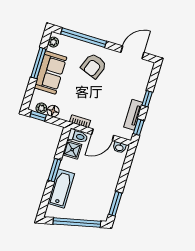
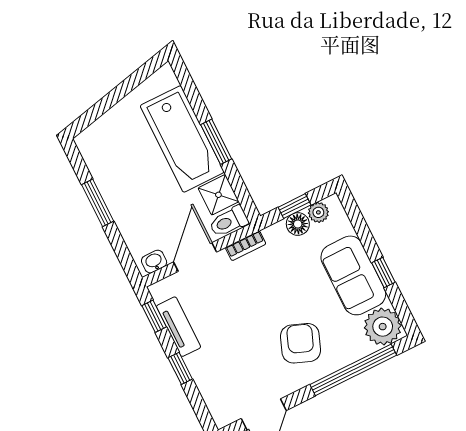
plant: (53, 42) -> (383, 327), width x1.88, depth x1.88
window: (38, 63) -> (383, 273), width x0.46
window: (38, 116) -> (294, 206), moved
bathtub: (61, 189) -> (182, 139), width x1.36, depth x1.36
window: (115, 204) -> (98, 203), moved
window: (77, 223) -> (114, 97), removed

